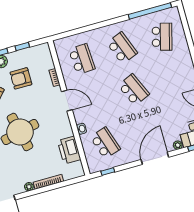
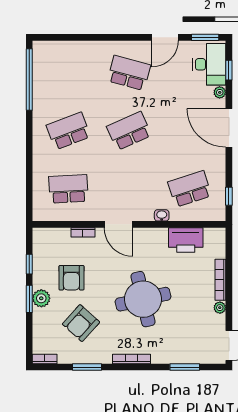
school desk: (162, 37) -> (129, 73), moved
door: (67, 101) -> (118, 224), swing flipped

